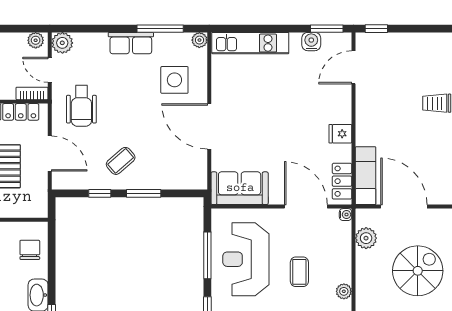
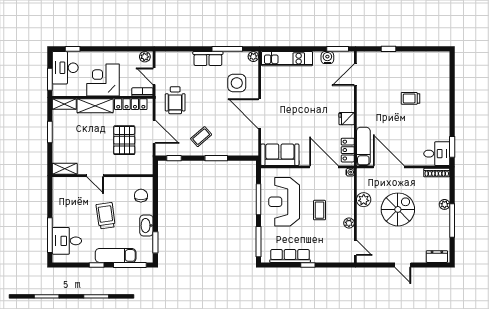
window: (376, 29) -> (388, 49), moved
plant: (62, 43) -> (162, 58), removed
window: (100, 193) -> (174, 158), moved
plant: (366, 238) -> (364, 200), moved

